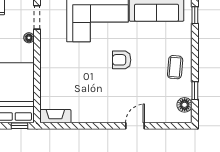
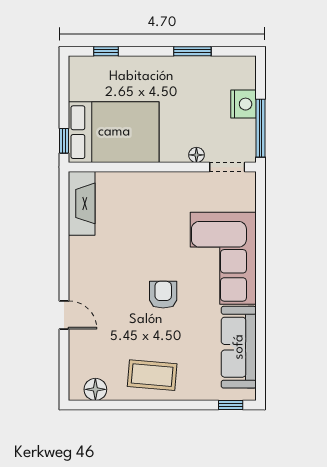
coffee table: (175, 67) -> (152, 375), width x1.36, depth x1.30
window: (195, 91) -> (117, 405), removed
fireplace: (55, 116) -> (82, 203), width x1.37, depth x1.32

